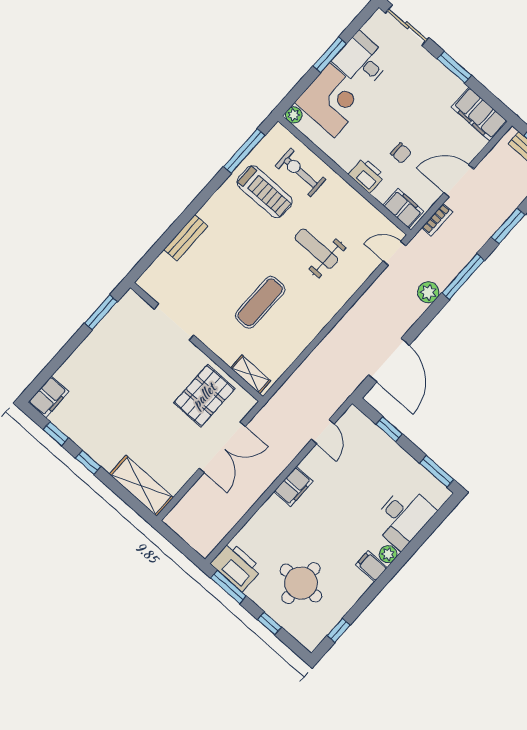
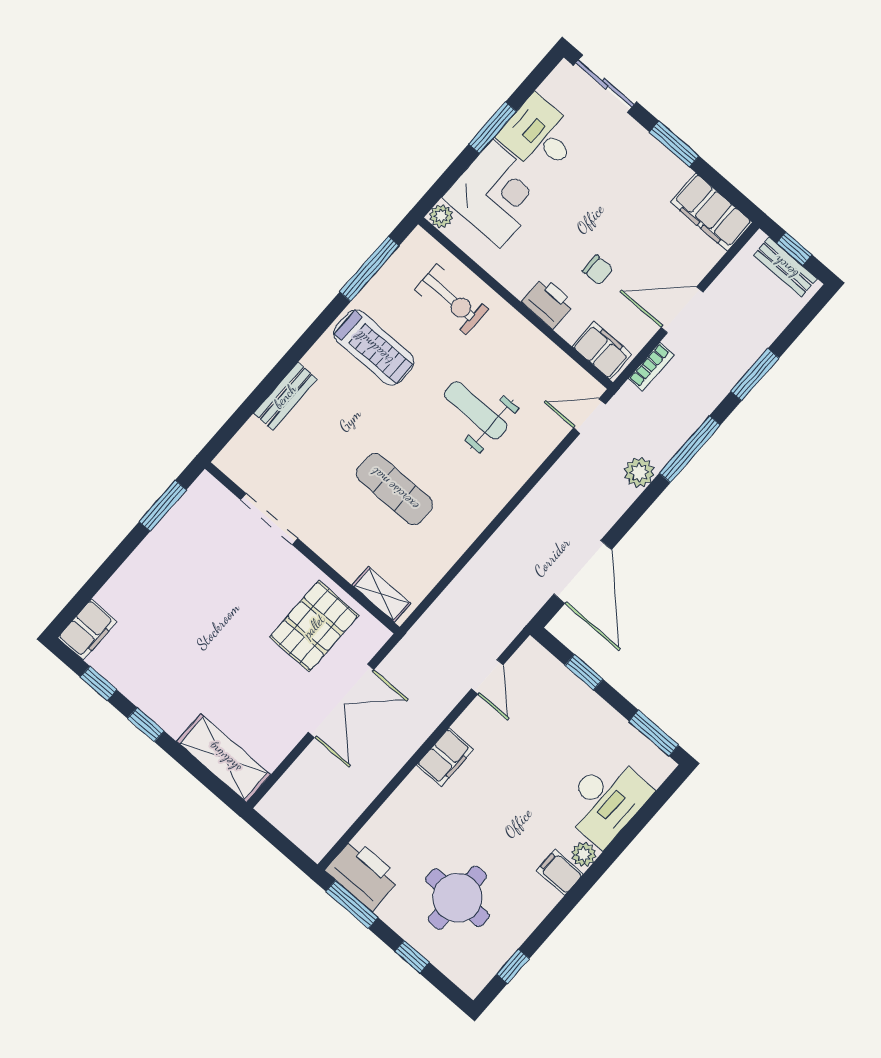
exercise bike: (301, 172) -> (452, 299), turned 180
treadmill: (265, 192) -> (374, 348), moved
exercise mat: (260, 302) -> (394, 489), turned 90

